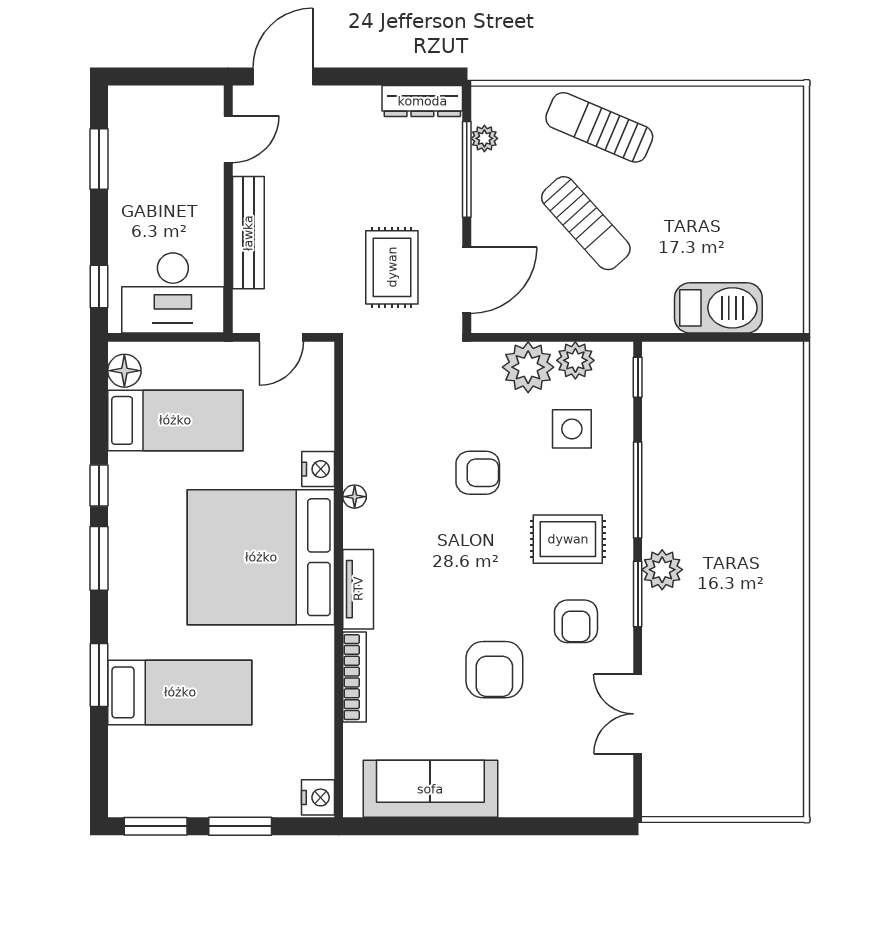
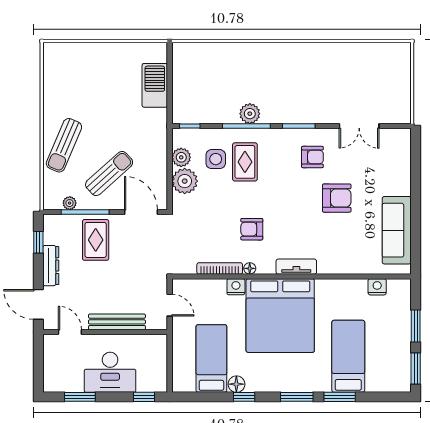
window: (407, 76) -> (38, 242), added
dresser: (422, 101) -> (51, 266), moved
sun lounger: (586, 223) -> (109, 174), moved
rug: (392, 267) -> (96, 240), moved, turned 90
desk: (173, 293) -> (110, 372), moved, turned 90
floor lamp: (124, 371) -> (236, 384), moved
armchair: (478, 473) -> (252, 229), moved, turned -90
rug: (568, 539) -> (245, 162), moved
window: (99, 558) -> (297, 397), moved
plant: (662, 570) -> (250, 114), moved
bookcase: (354, 677) -> (220, 268), moved
nightstand: (318, 797) -> (377, 287), moved

